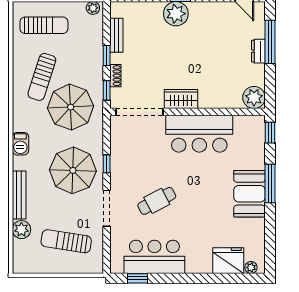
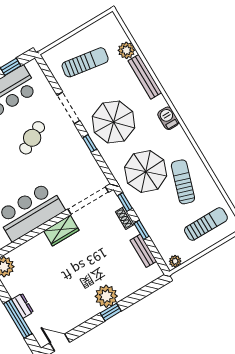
sun lounger: (44, 25) -> (206, 224), turned 180

